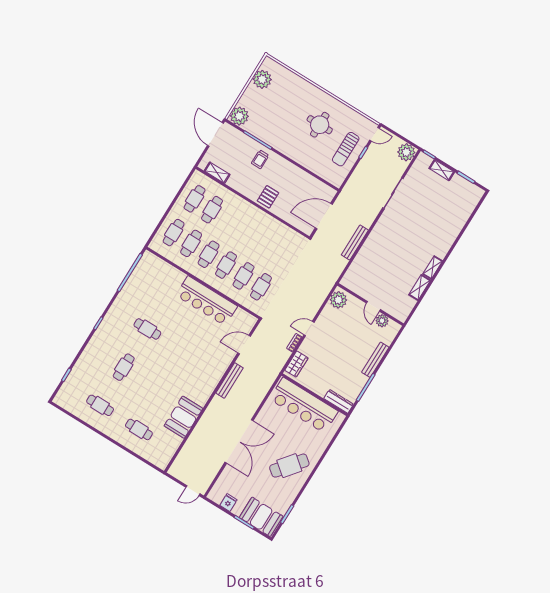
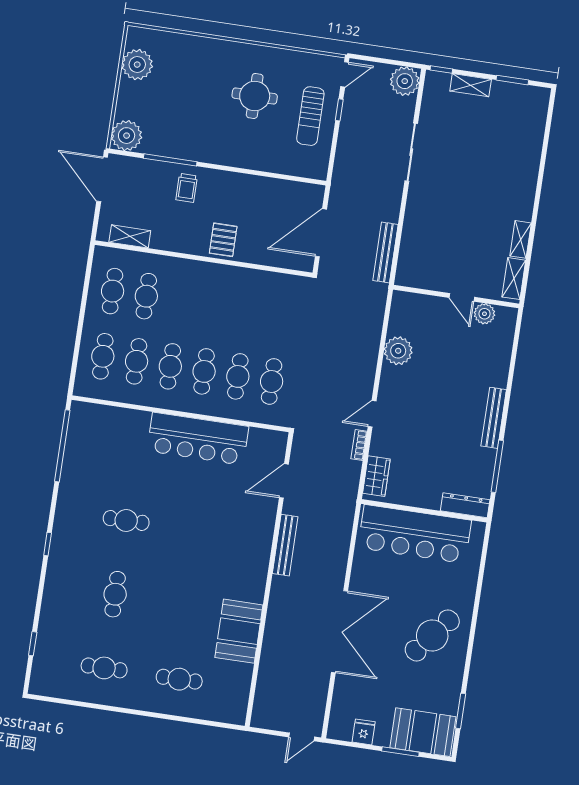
wall: (370, 305) -> (456, 297), moved
door: (373, 306) -> (462, 297), moved
plant: (382, 321) -> (484, 314), moved

